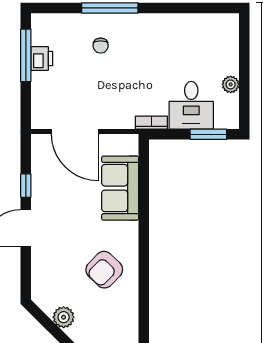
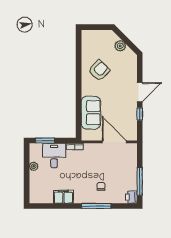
filing cabinet: (173, 26) -> (63, 197), added
printer: (42, 59) -> (131, 197), moved

